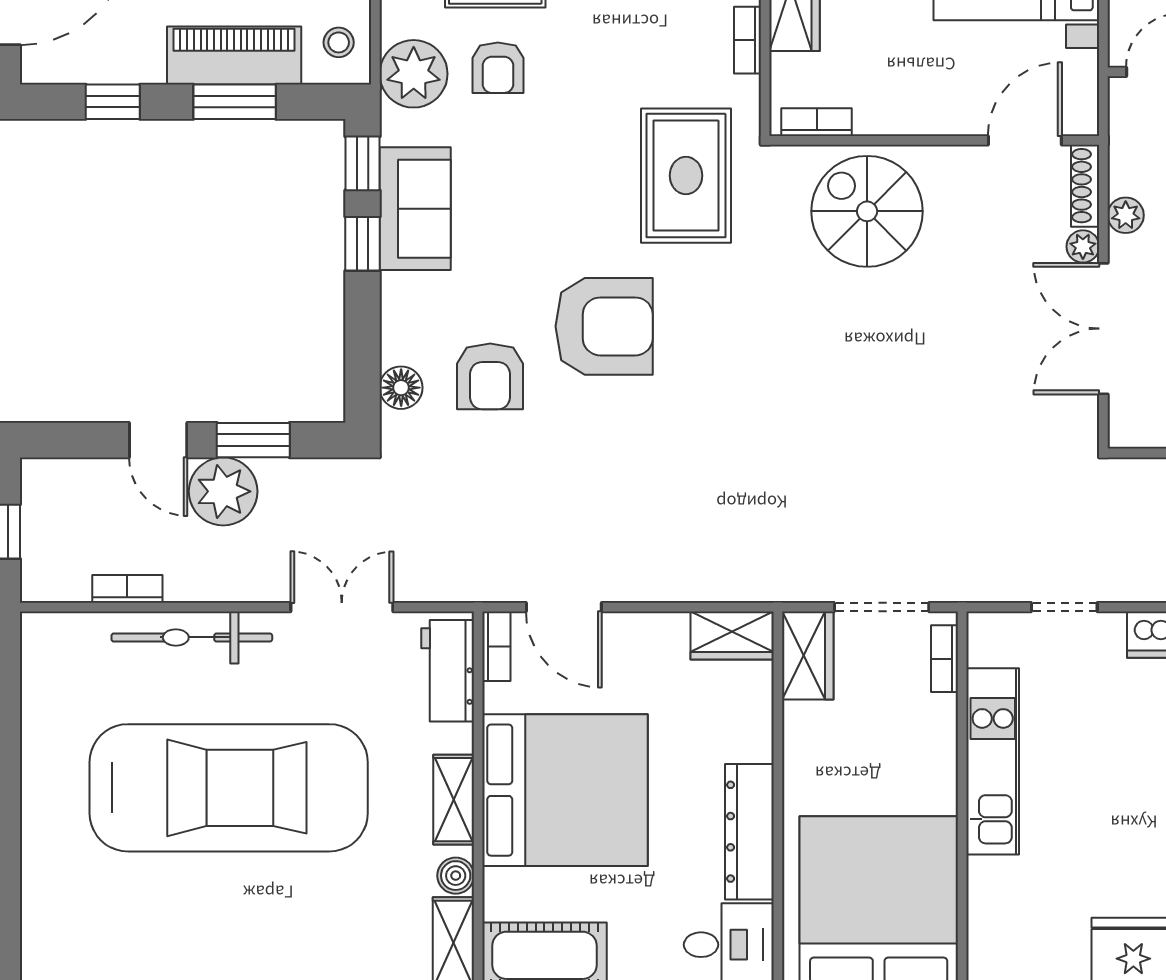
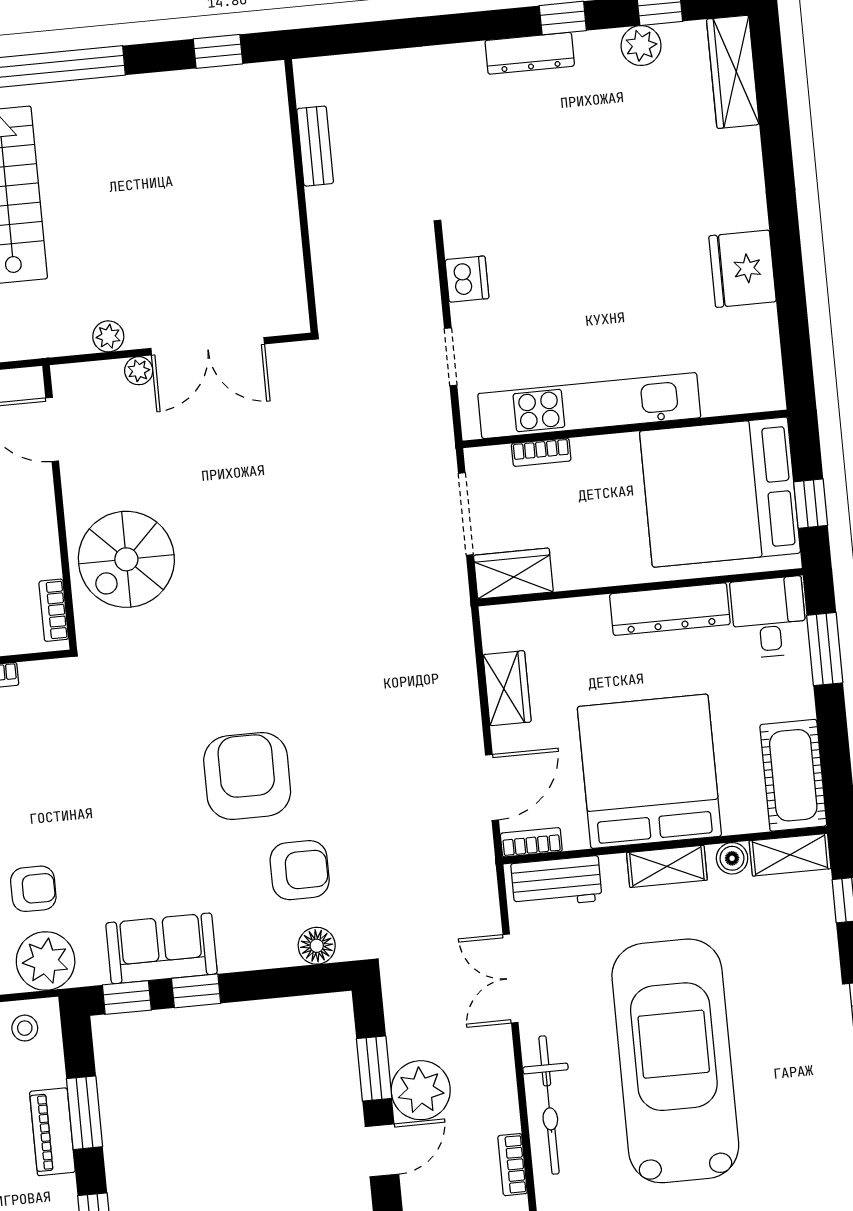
piano: (234, 56) -> (52, 1132), width x0.73, depth x0.75
rug: (686, 176) -> (111, 718), removed
shoe rack: (1085, 186) -> (86, 374), removed
wardrobe: (732, 635) -> (507, 688), moved
bookcase: (944, 659) -> (541, 452), moved
kitchen unit: (993, 761) -> (589, 406), width x1.36

